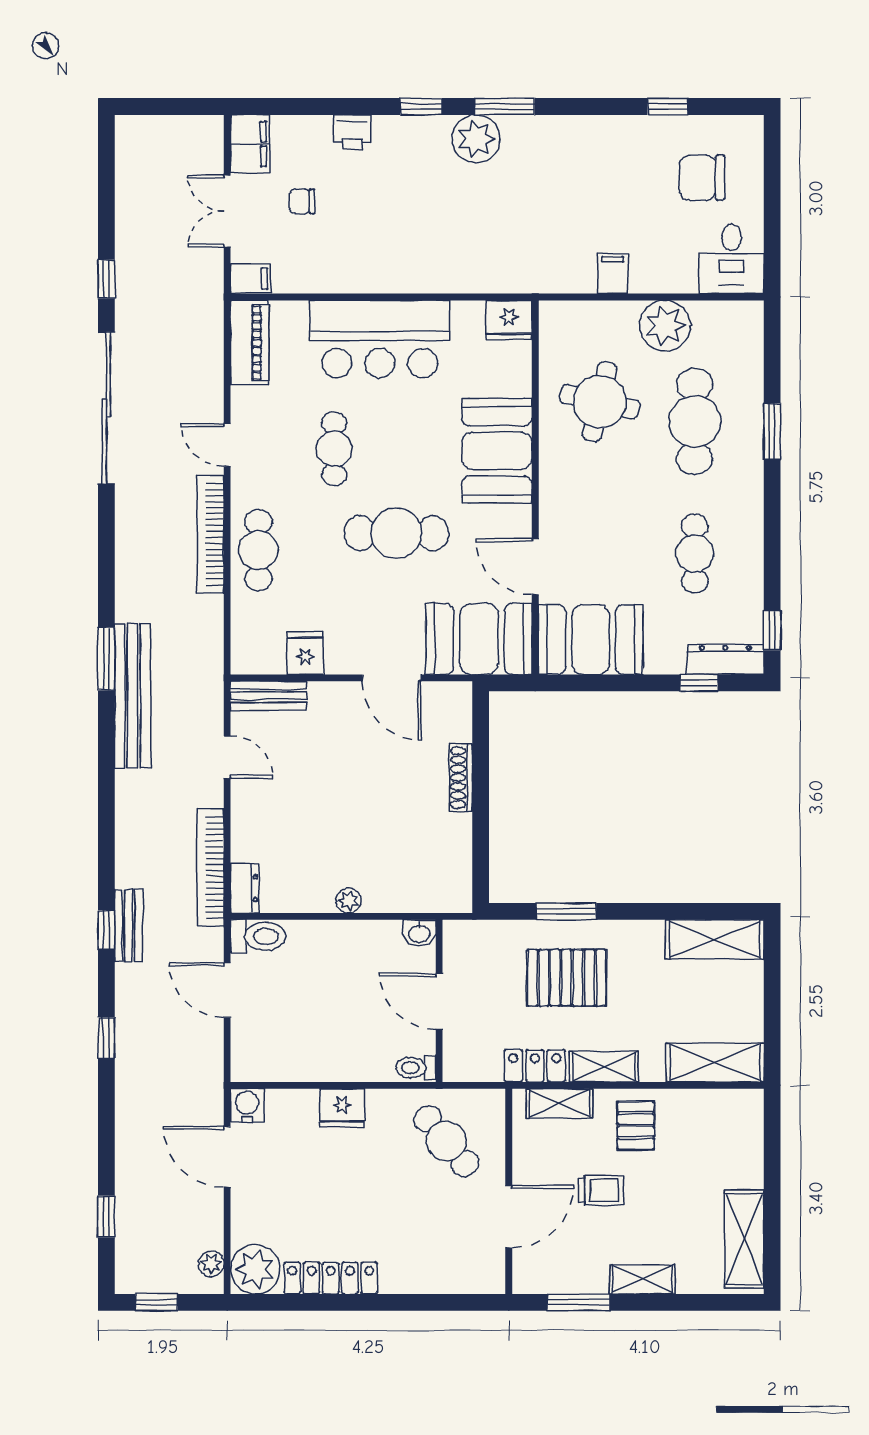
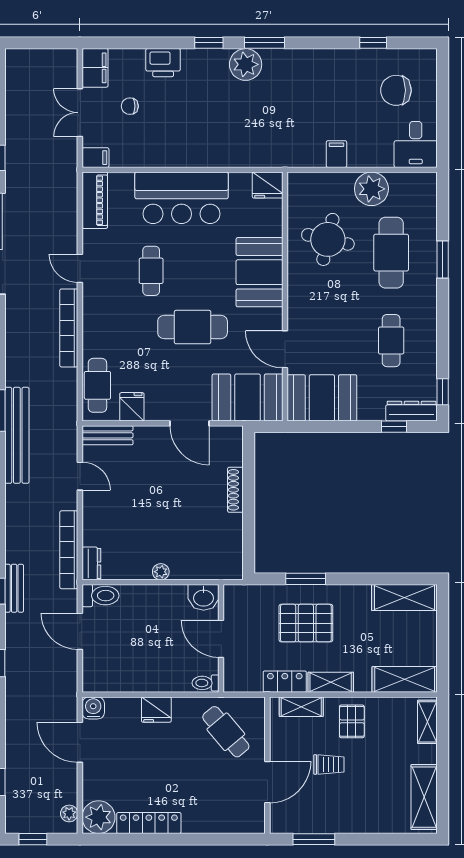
printer: (352, 132) -> (163, 63), width x1.36, depth x1.24
cafe table: (258, 550) -> (97, 385), moved
washbasin: (419, 933) -> (204, 597), width x1.38, depth x1.45
shelving: (642, 1279) -> (427, 722), moved, turned 90

